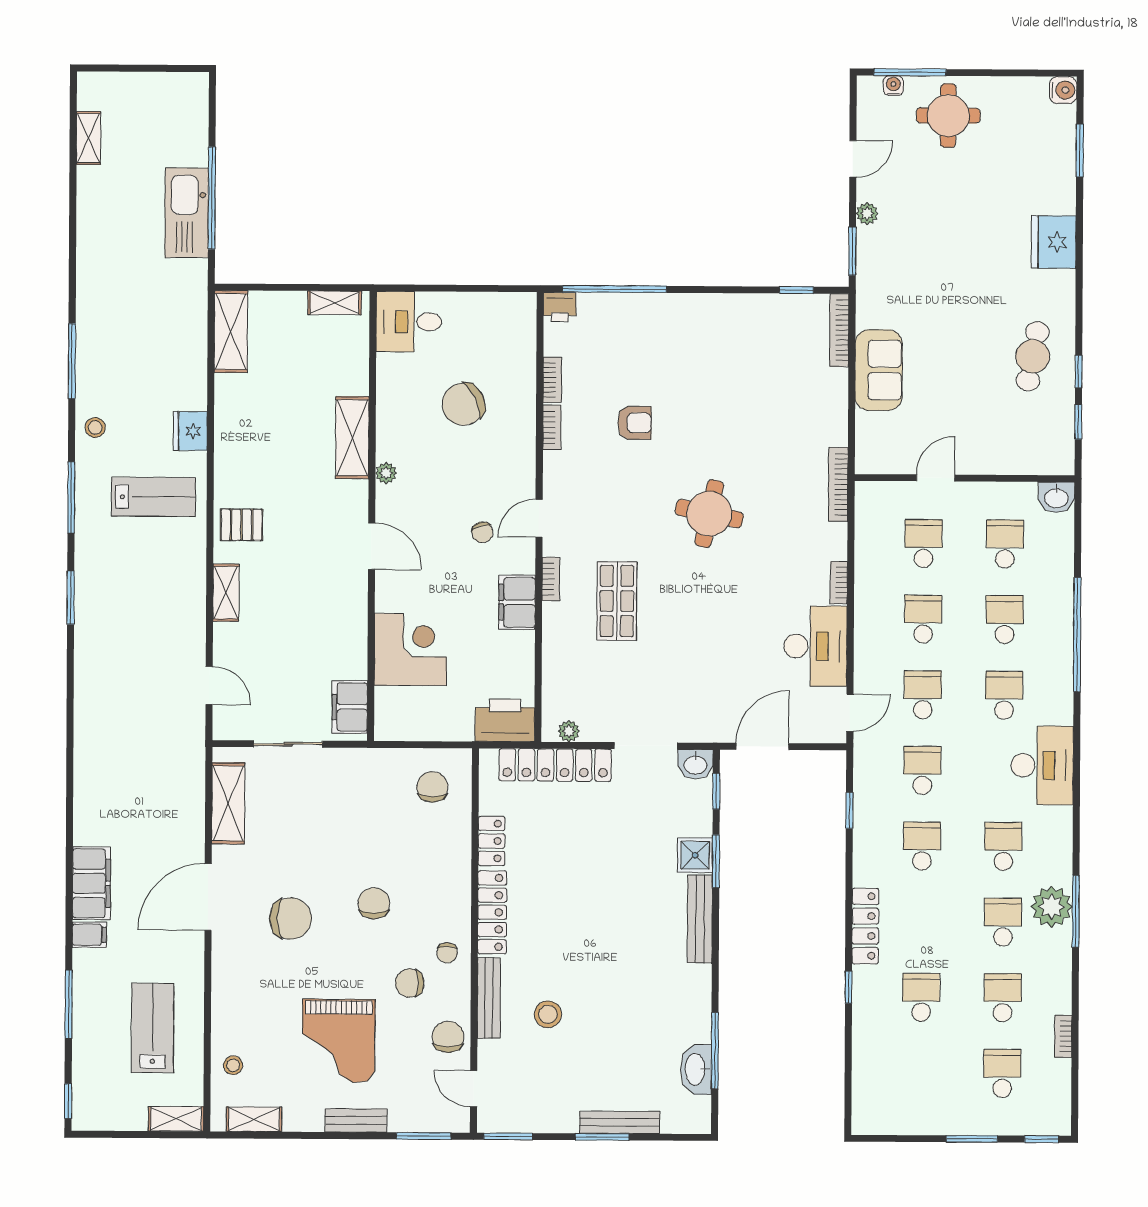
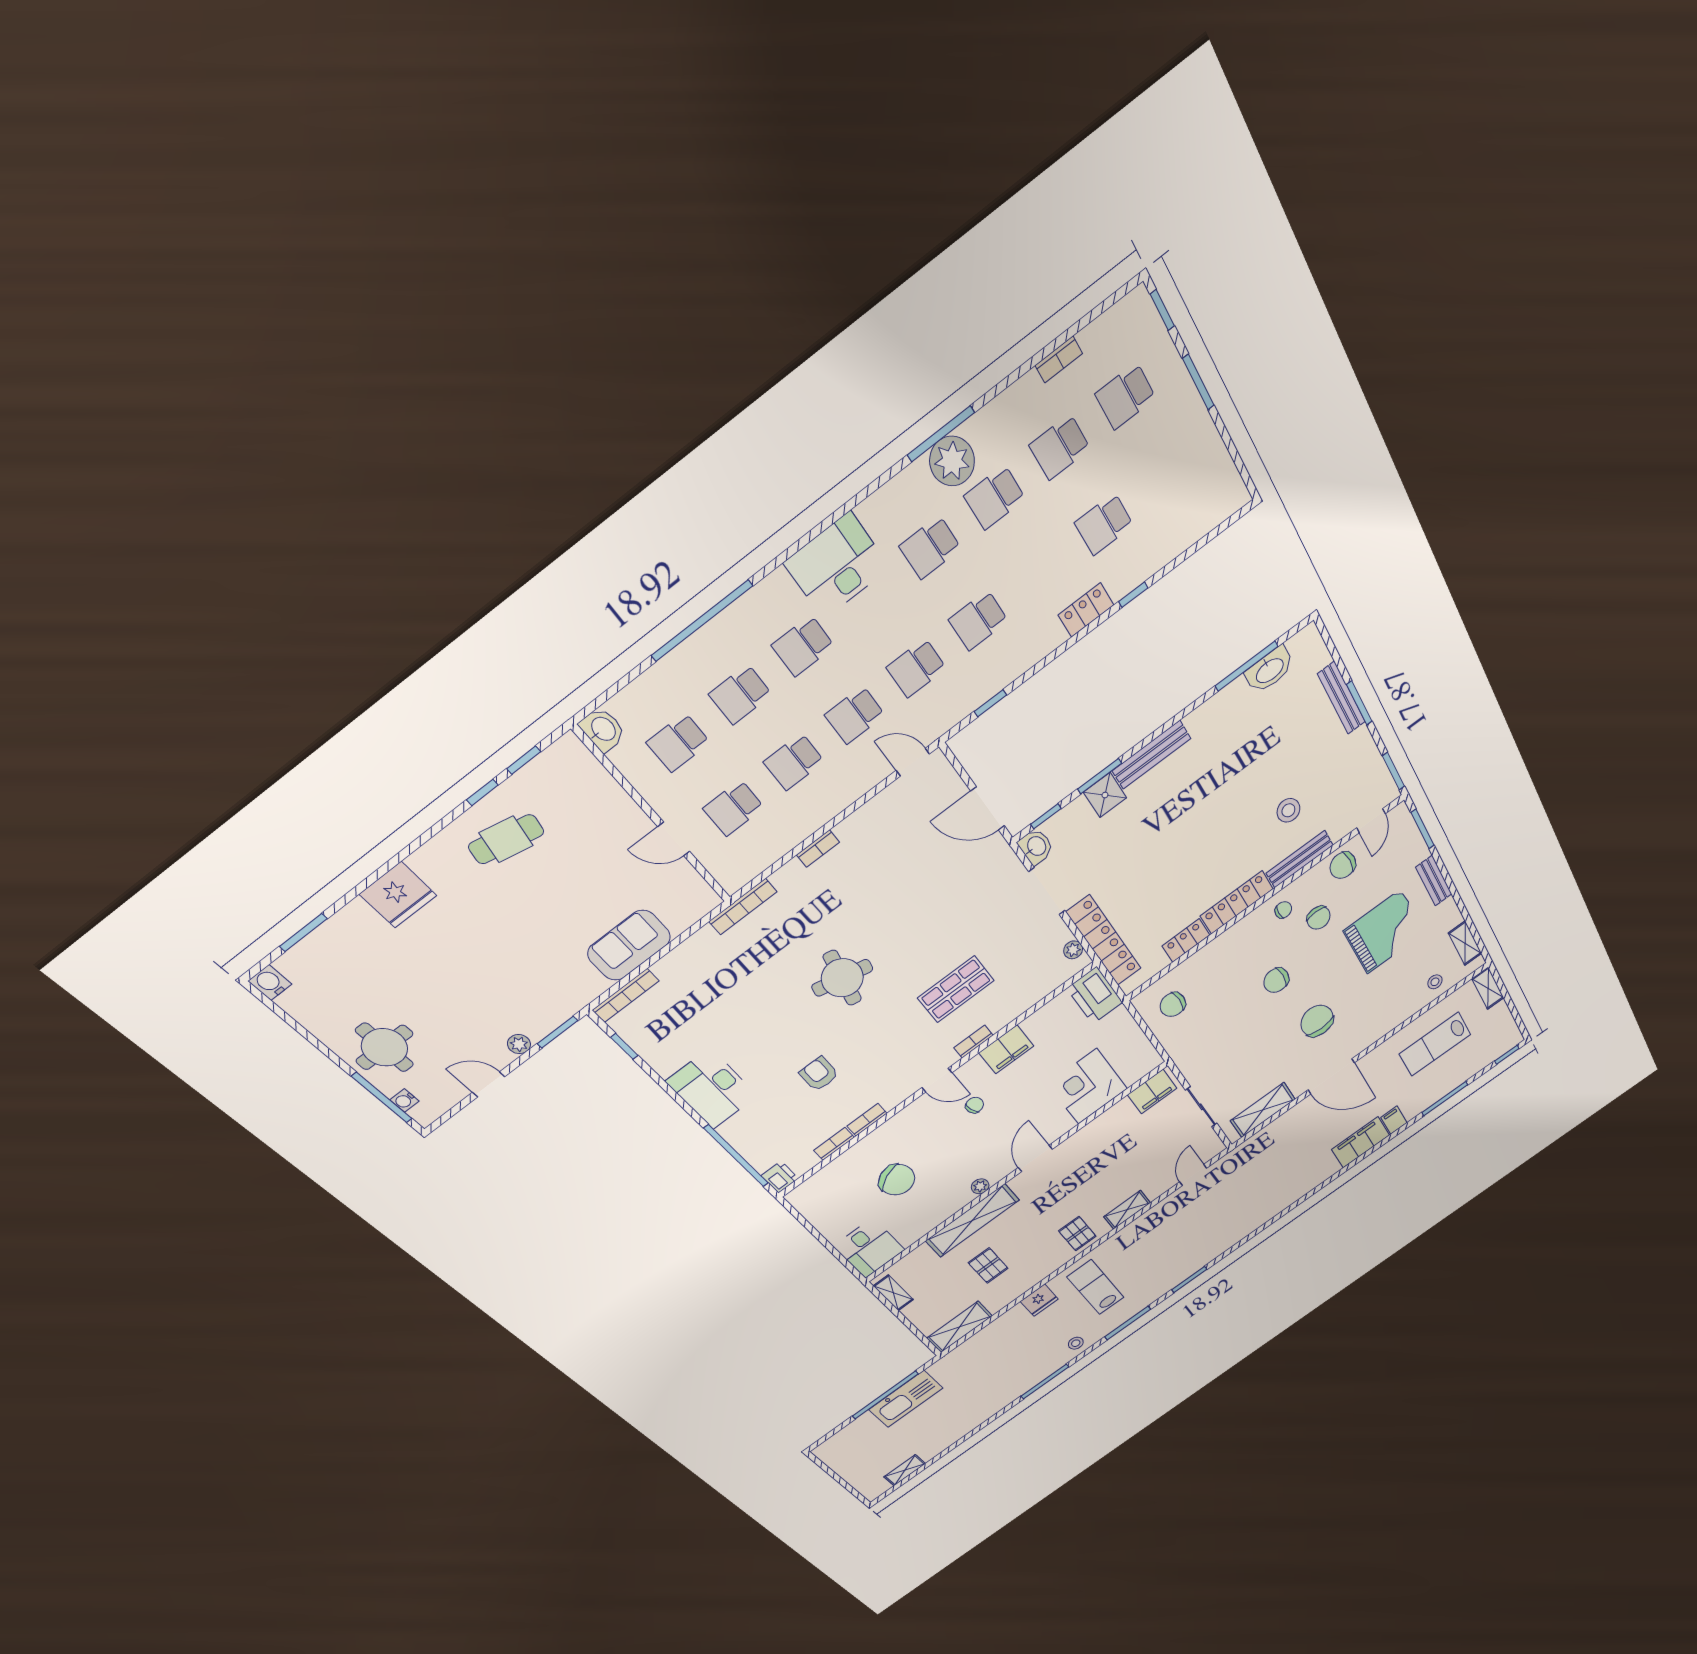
pallet: (283, 413) -> (988, 1266), added
shelving: (352, 438) -> (972, 1220), width x1.47
desk: (815, 646) -> (712, 1089), moved, turned -90
locker: (865, 926) -> (1086, 610), width x0.66

